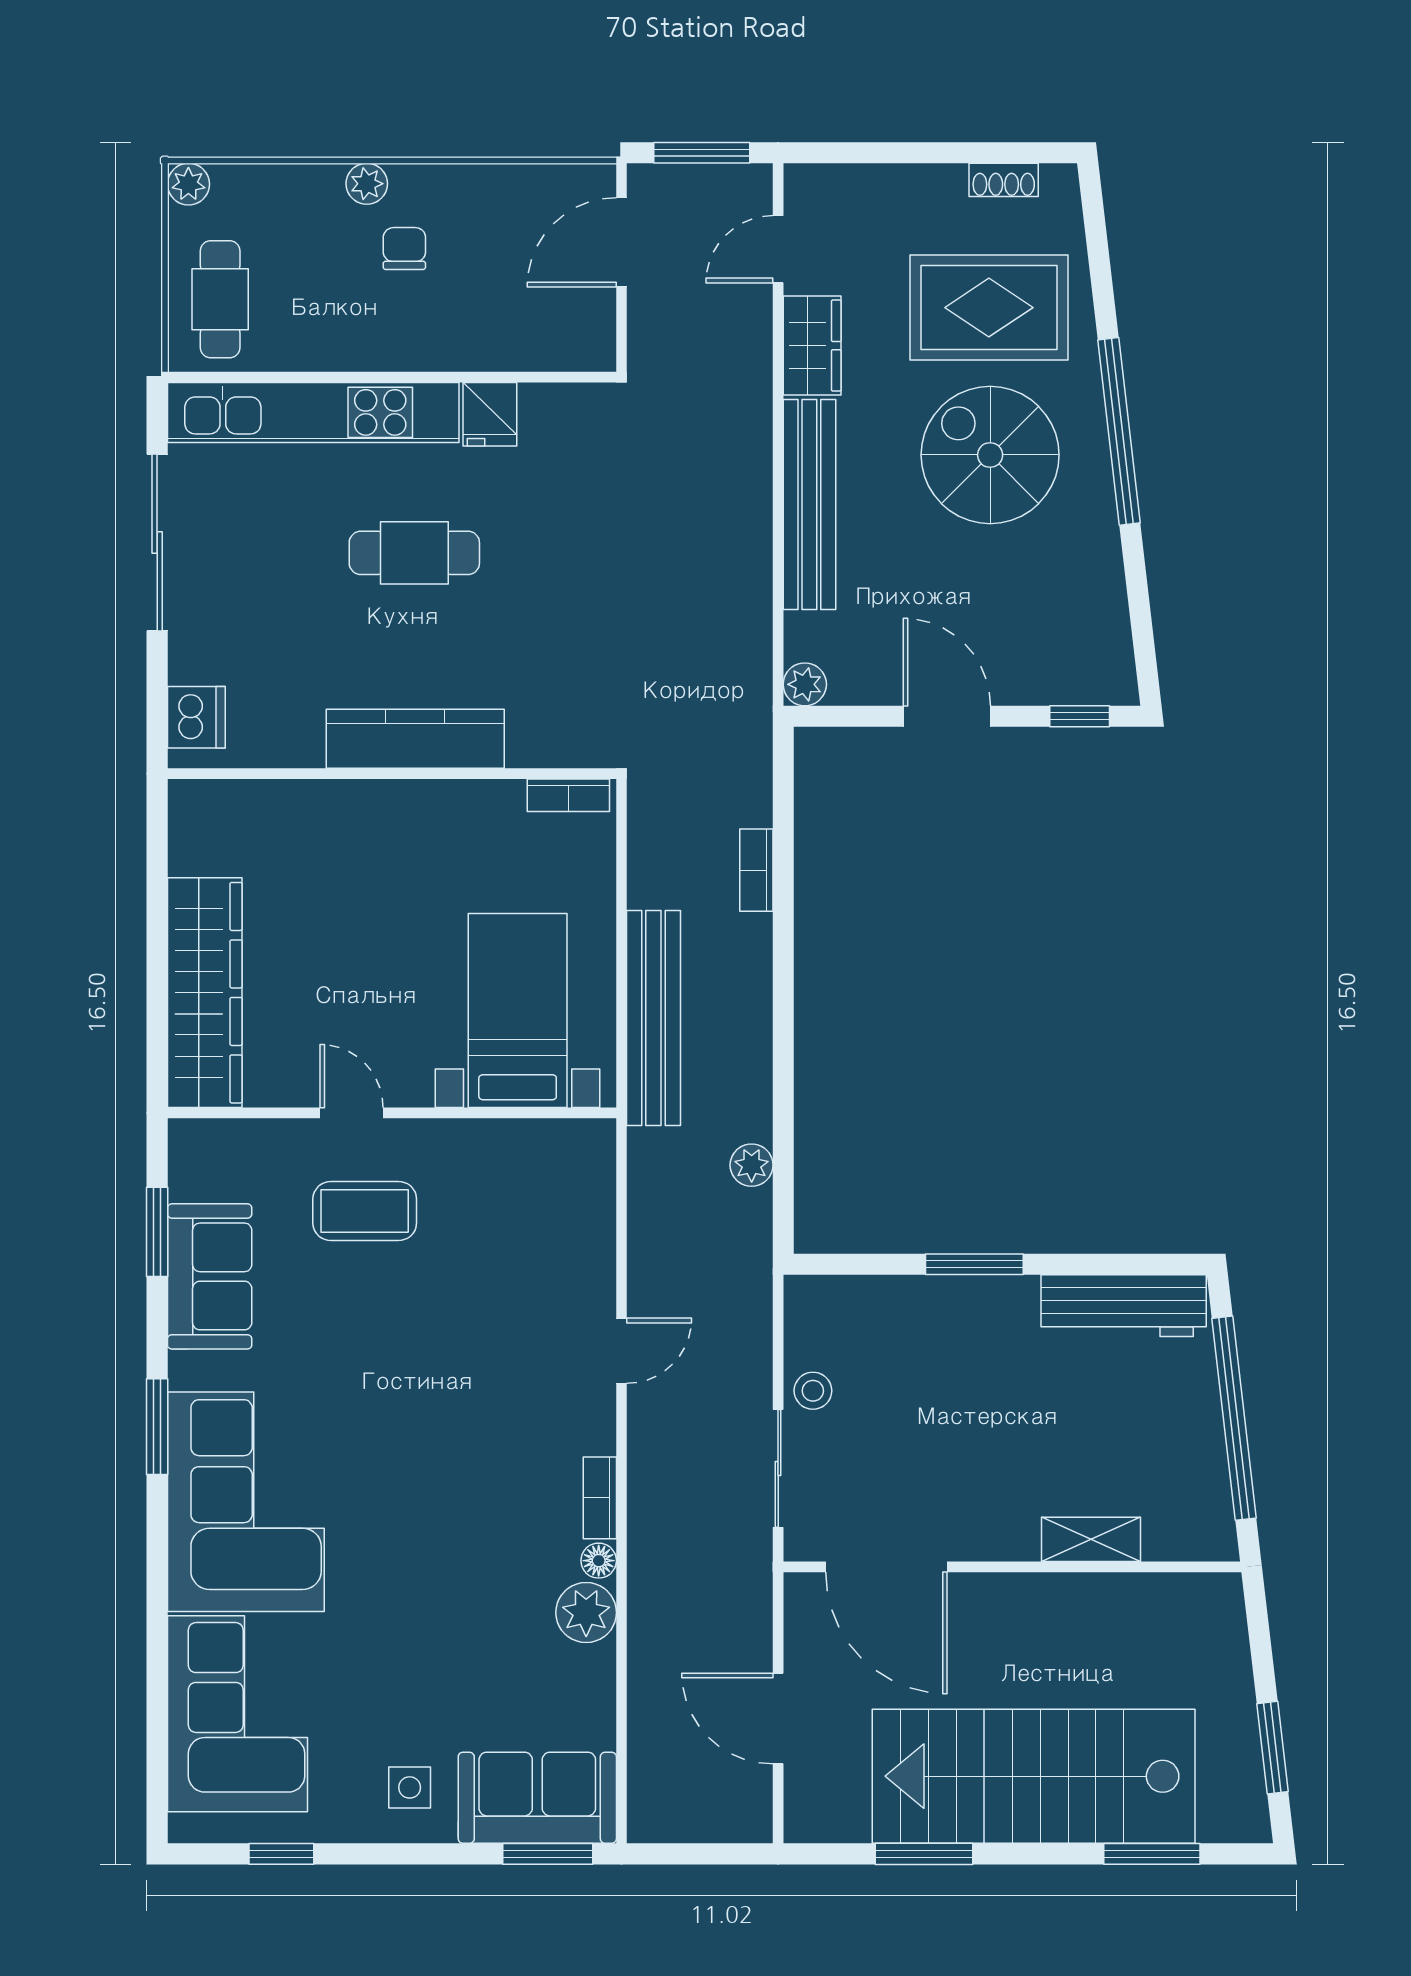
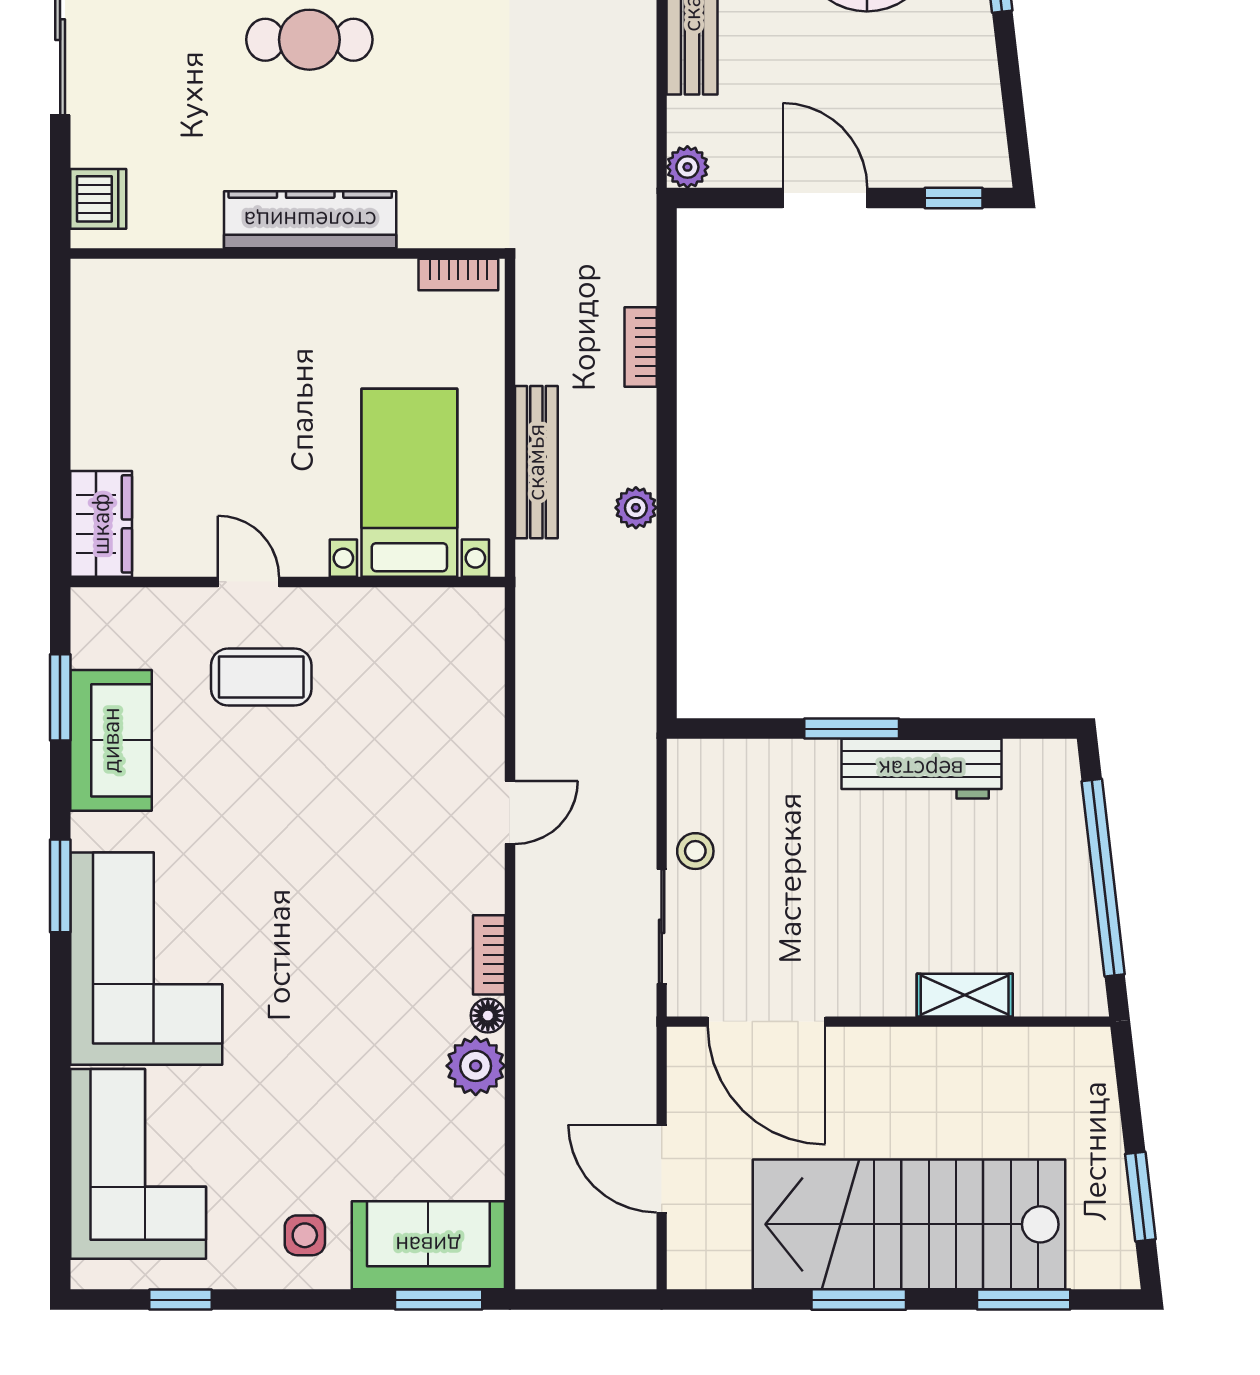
wardrobe: (205, 993) -> (101, 524), width x0.48, depth x0.85
bench: (653, 1018) -> (536, 462), width x0.73, depth x0.82
plant: (752, 1165) -> (636, 508), moved
workbench: (1124, 1306) -> (921, 769), moved
window: (924, 1854) -> (859, 1300), moved

